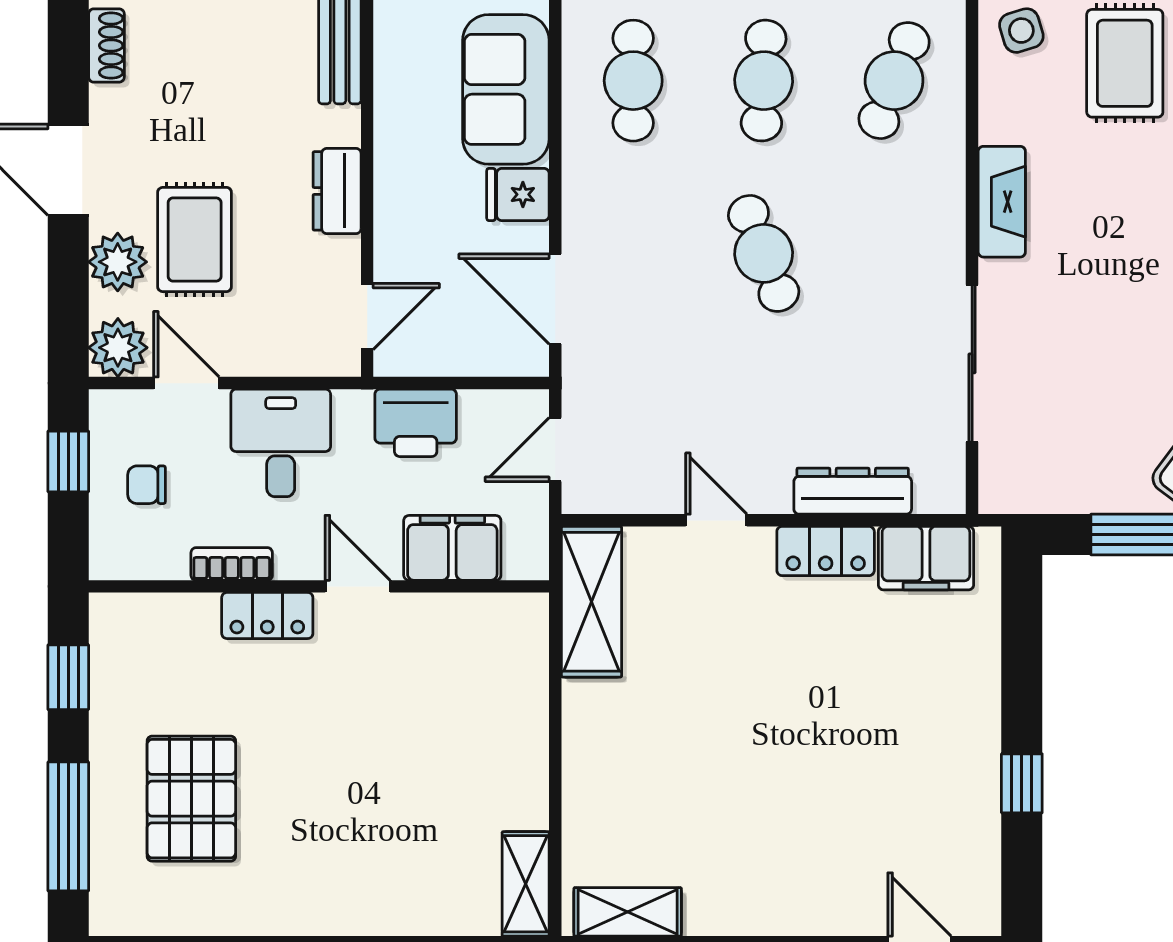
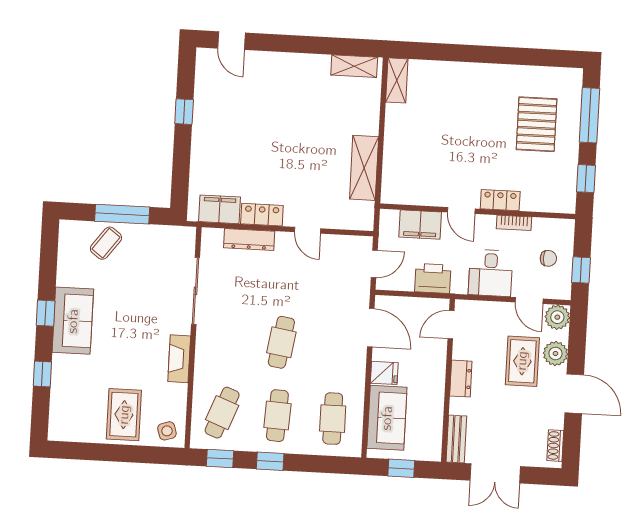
cafe table: (764, 253) -> (281, 342), turned 30
shelving: (591, 602) -> (364, 168), moved

